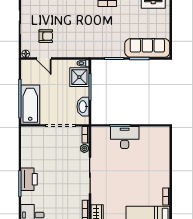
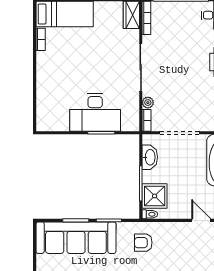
armchair: (46, 36) -> (143, 243), moved
sofa: (147, 48) -> (76, 238), width x1.36, depth x1.27
desk: (125, 138) -> (95, 112), width x1.36, depth x1.30

